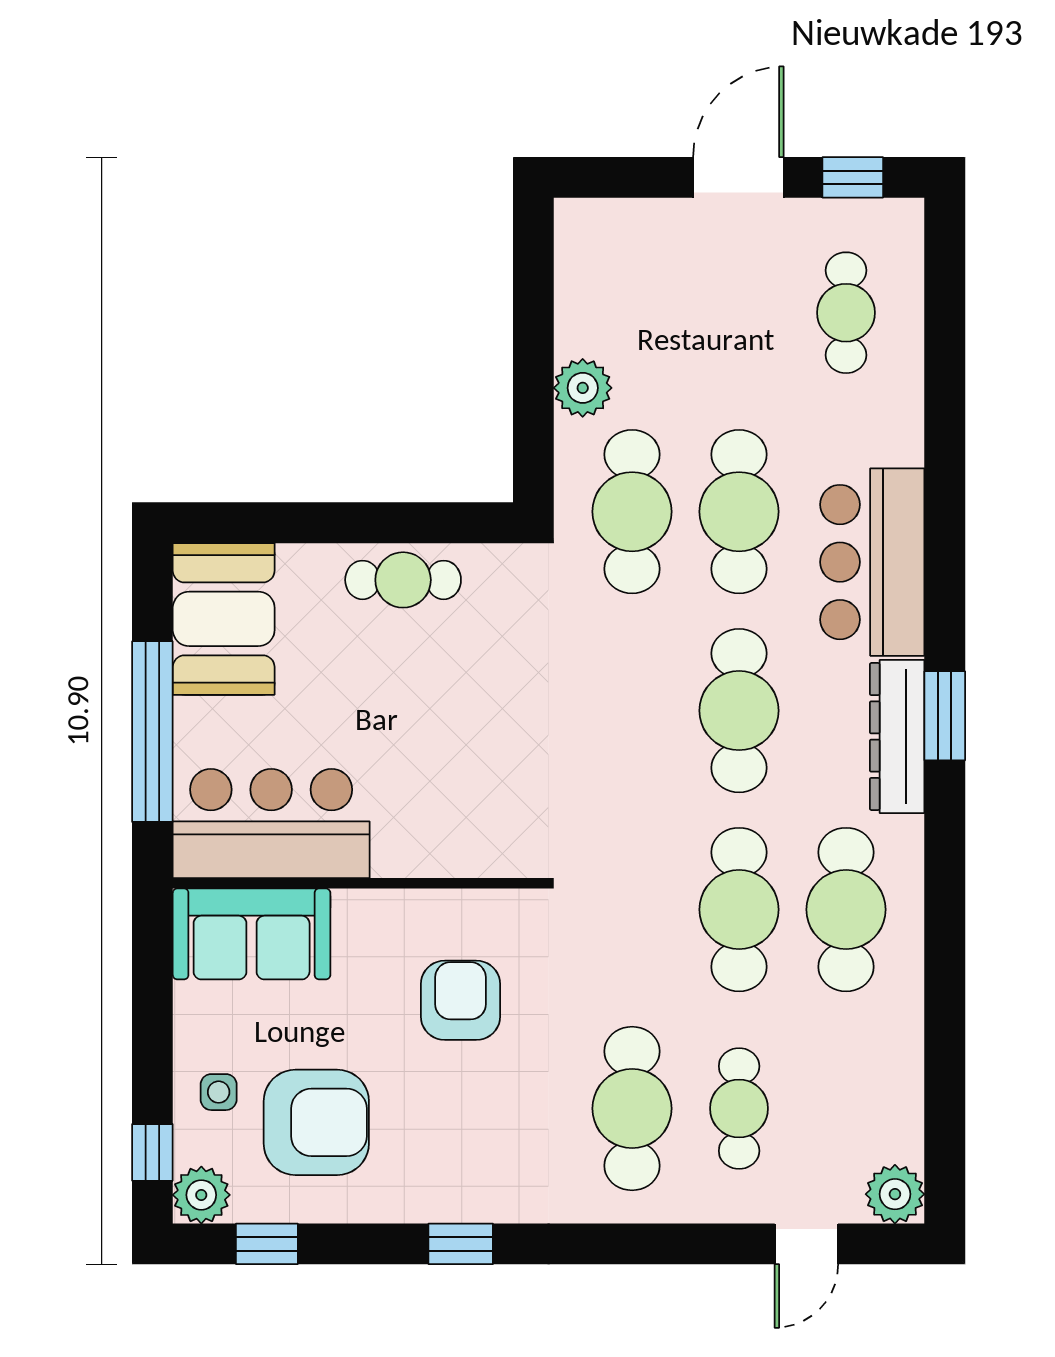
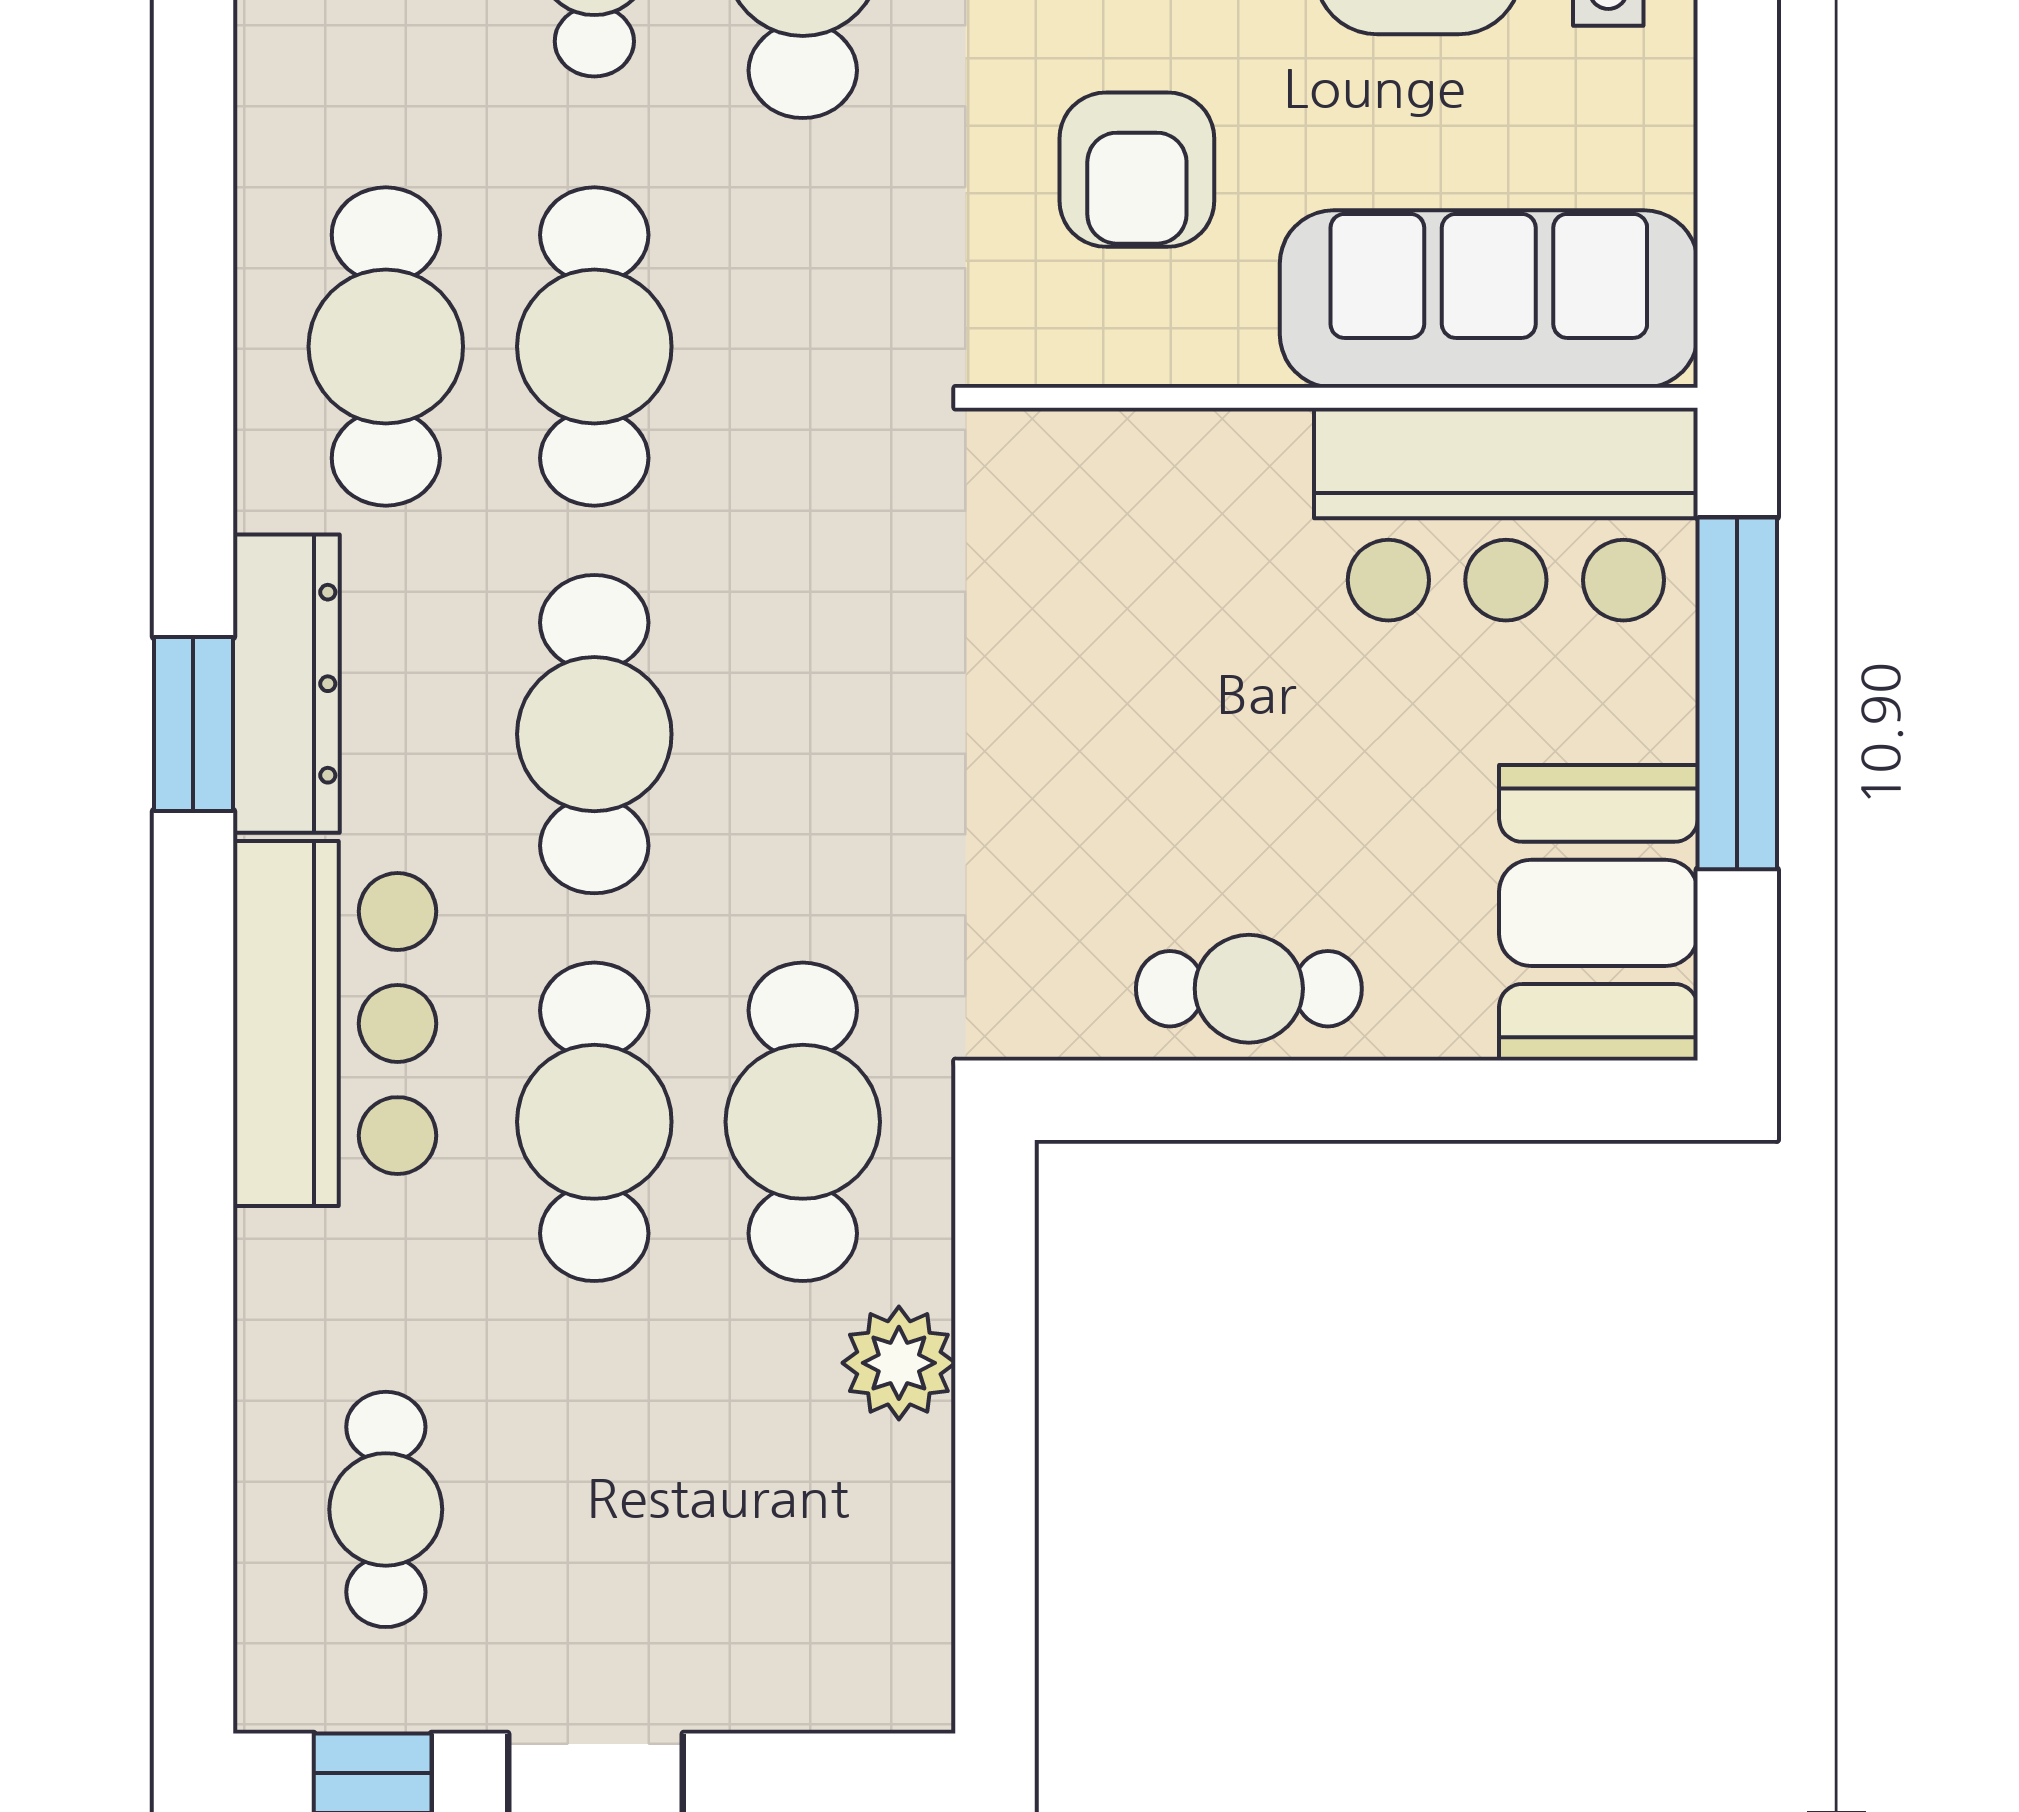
sofa: (252, 934) -> (1489, 299), width x1.36

